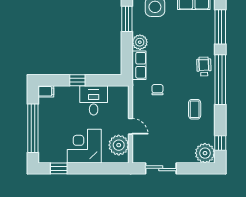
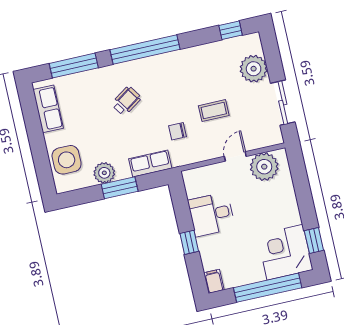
window: (127, 19) -> (120, 188), moved
plant: (140, 42) -> (104, 173), moved
wheelchair: (204, 67) -> (126, 101), moved, turned 148
coffee table: (195, 109) -> (214, 111), moved
corner desk: (84, 146) -> (285, 252), moved, turned 90
plant: (205, 153) -> (254, 69), moved

